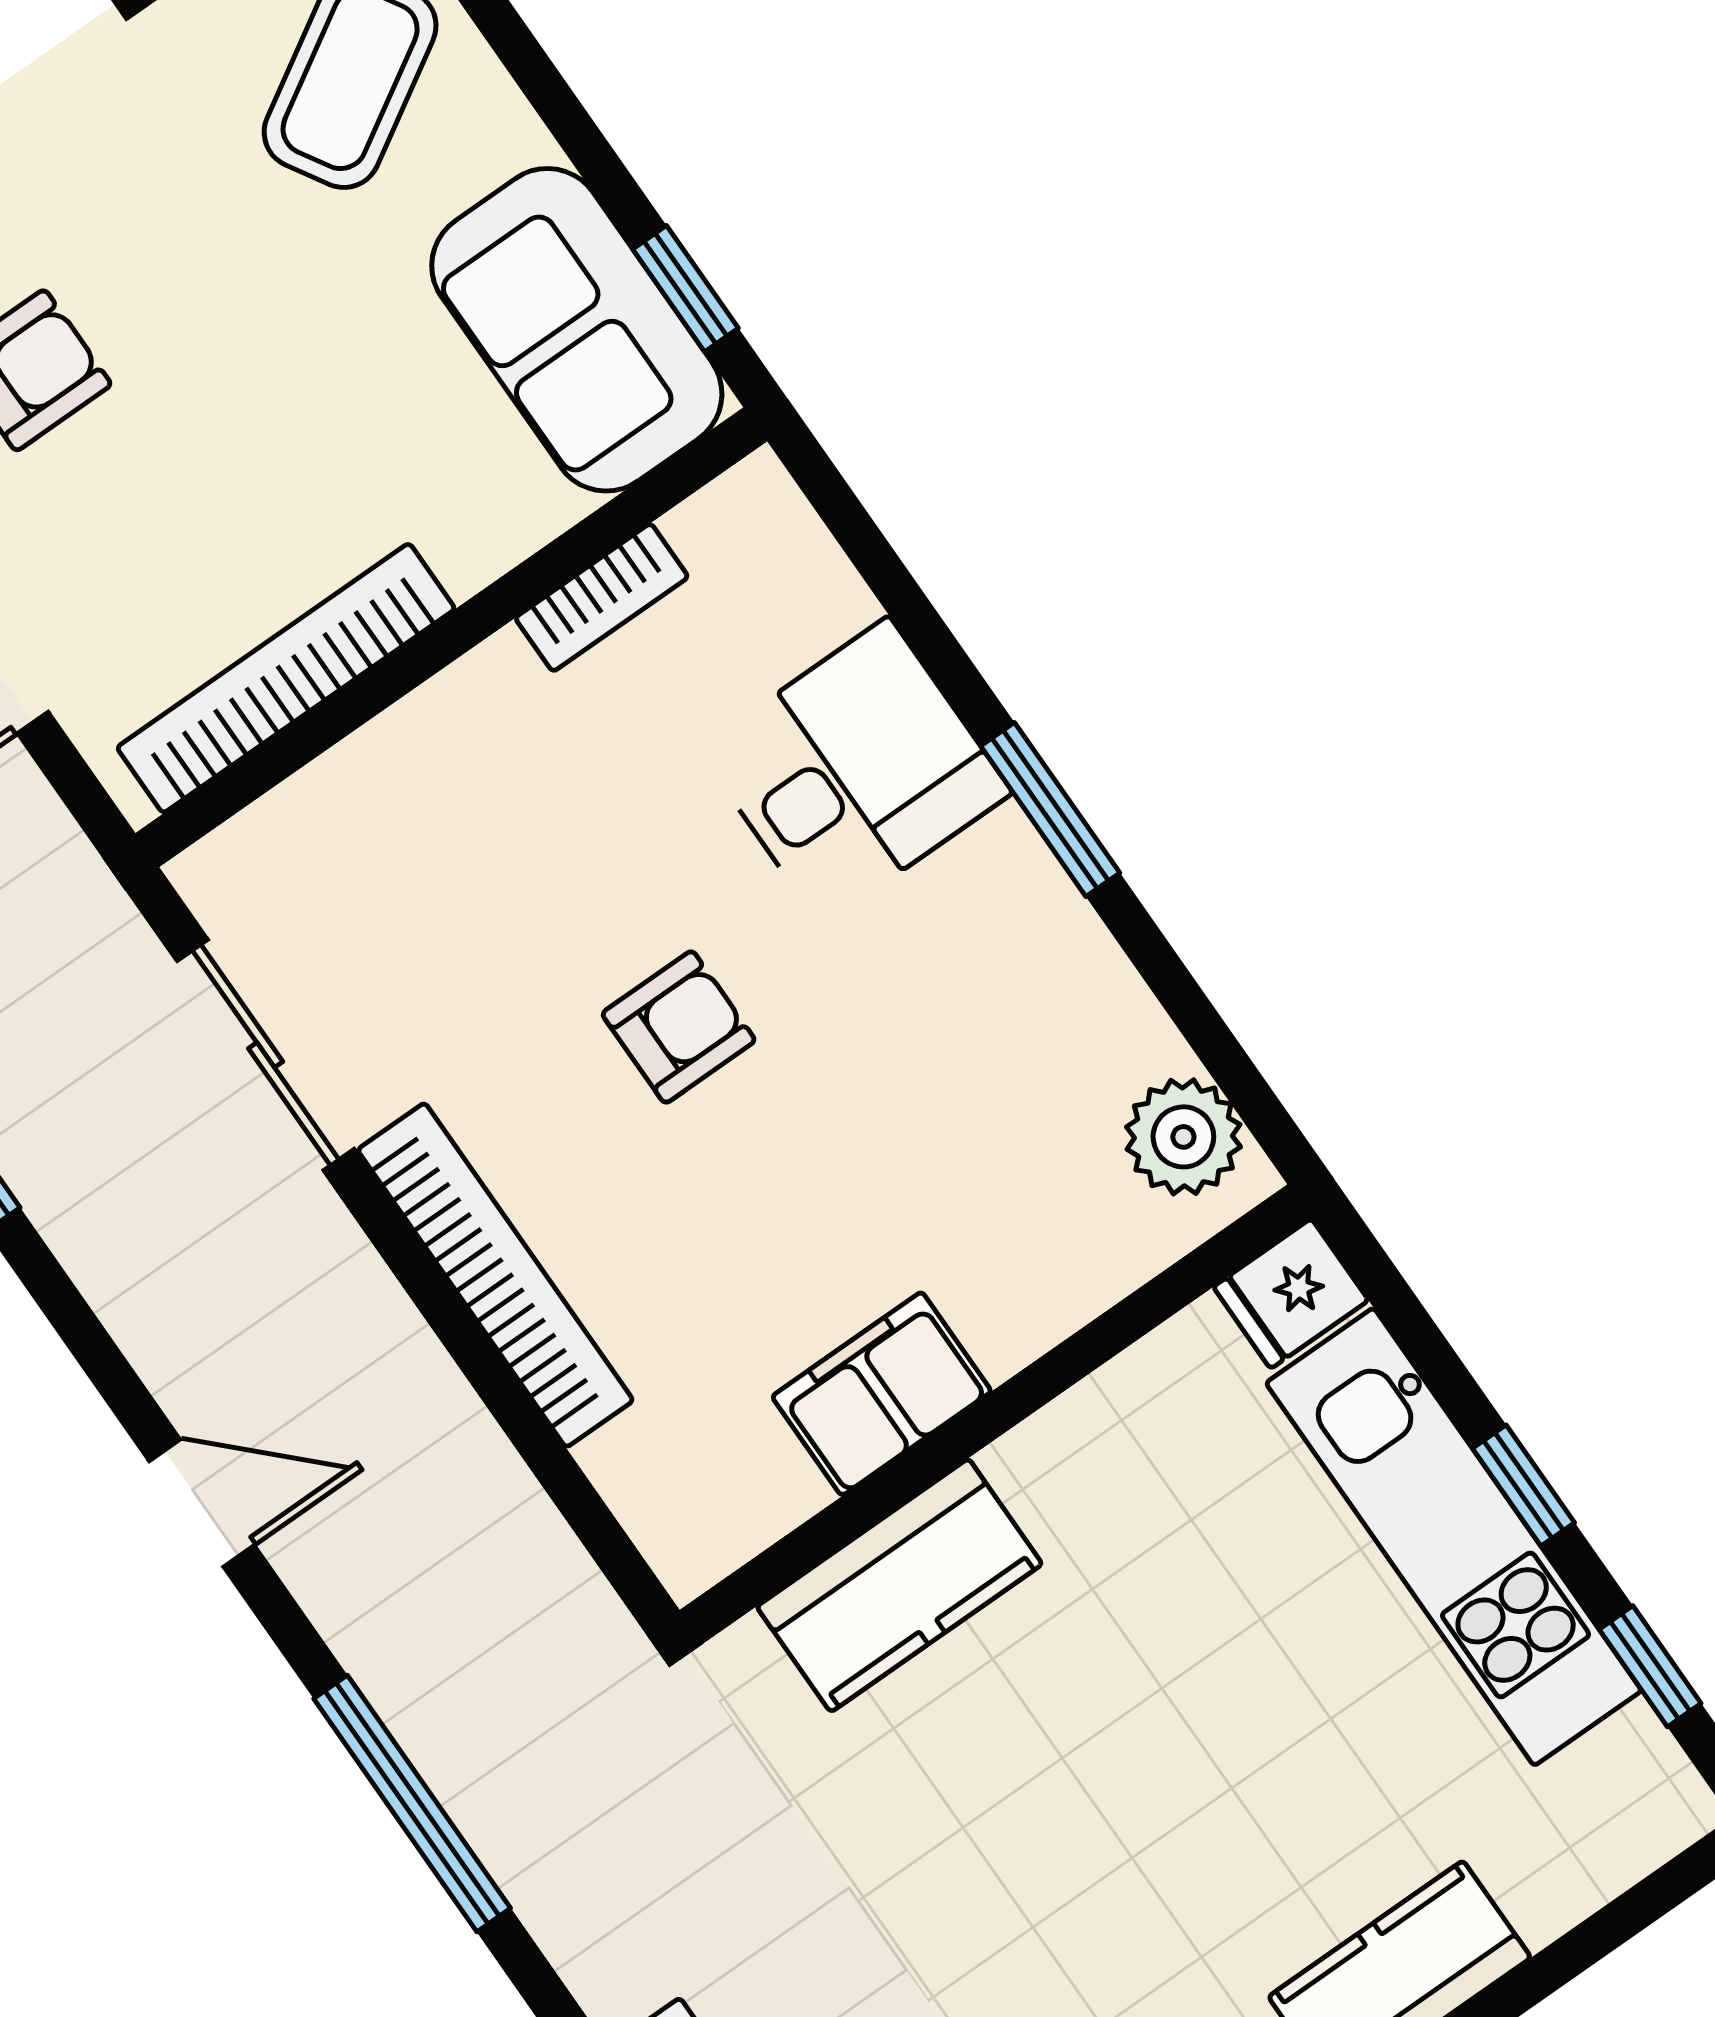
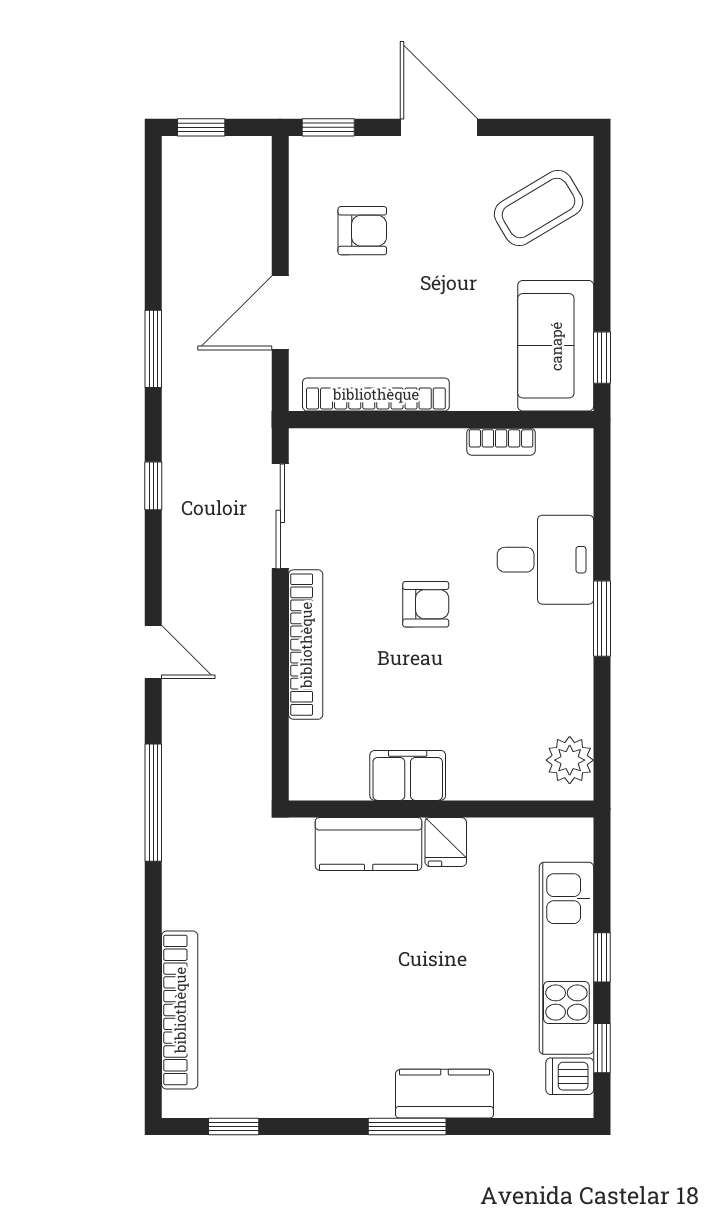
fridge: (1291, 1294) -> (446, 842), moved, turned -90
dishwasher: (1625, 1767) -> (570, 1076), added

